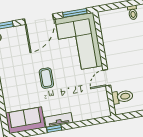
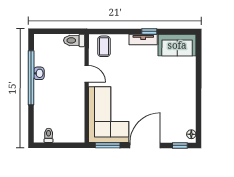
coffee table: (46, 78) -> (104, 46), moved
door: (107, 78) -> (87, 74), hinge flipped
toilet: (122, 97) -> (74, 40), moved

